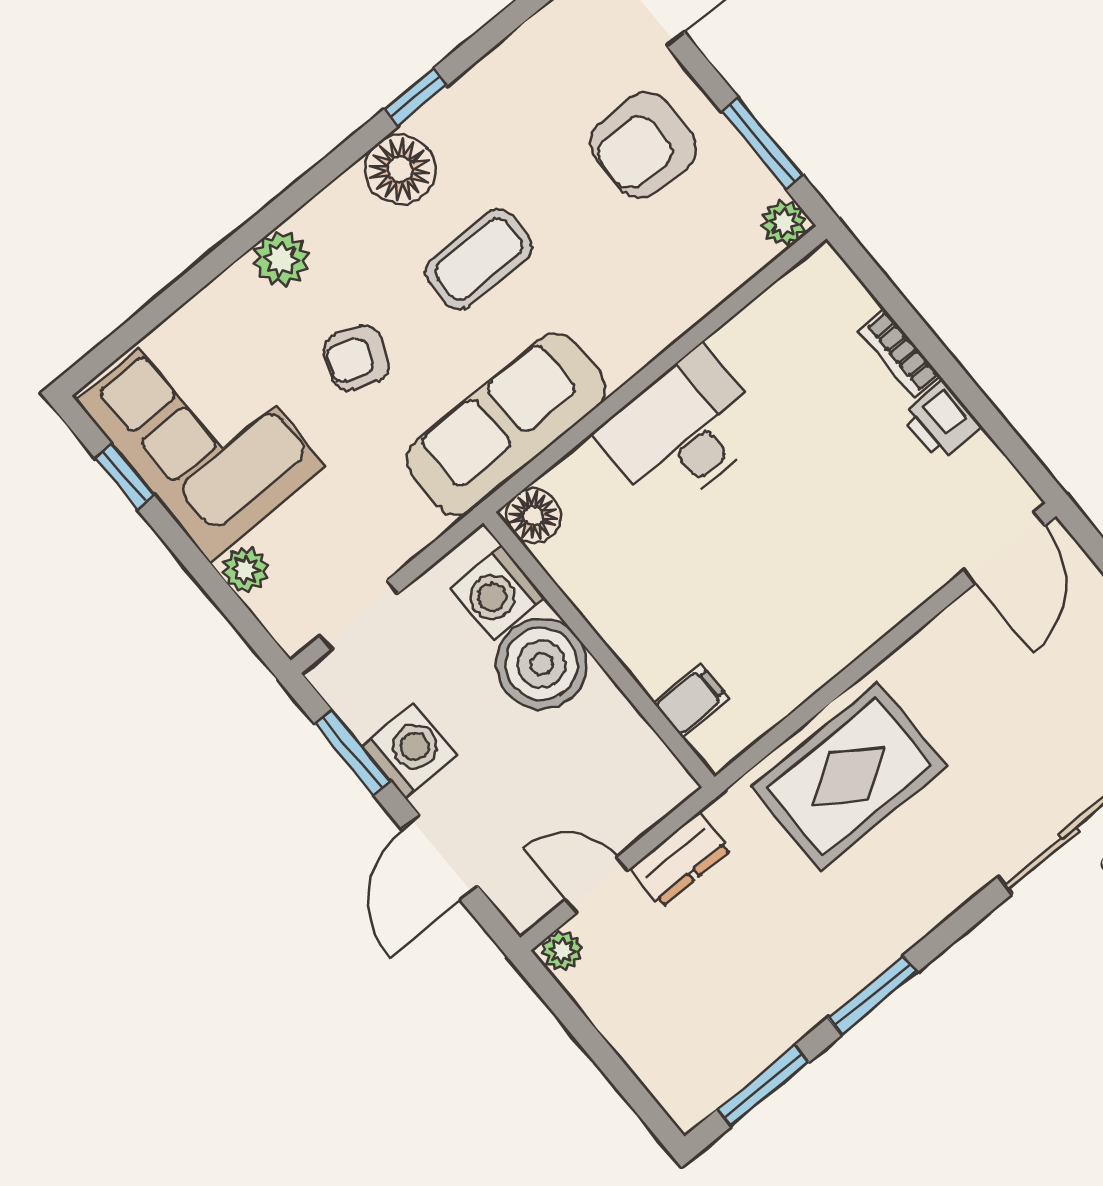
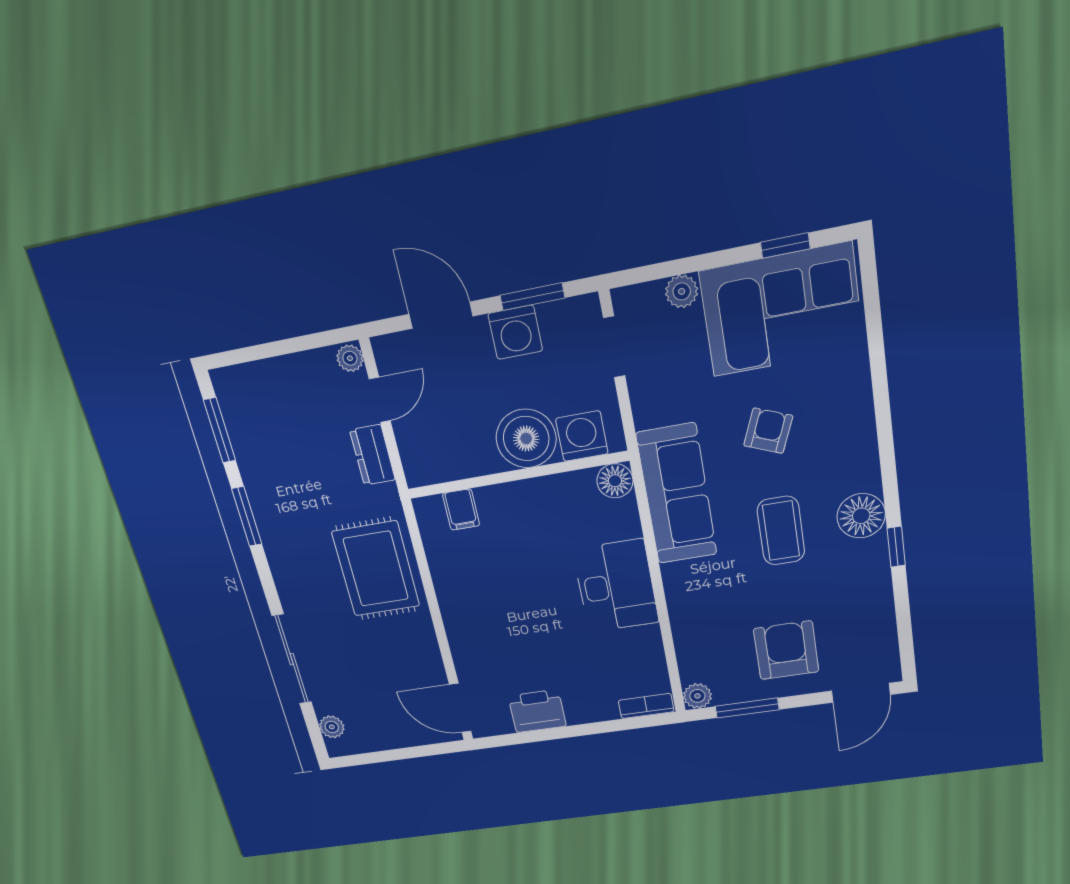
plant: (281, 259) -> (855, 419), removed
bookcase: (899, 353) -> (646, 706), moved
printer: (941, 421) -> (537, 711), width x1.36, depth x1.24

